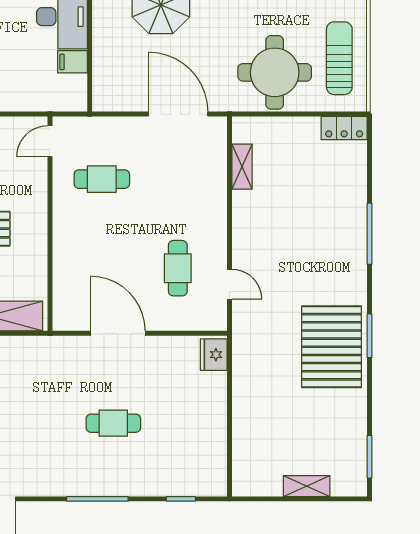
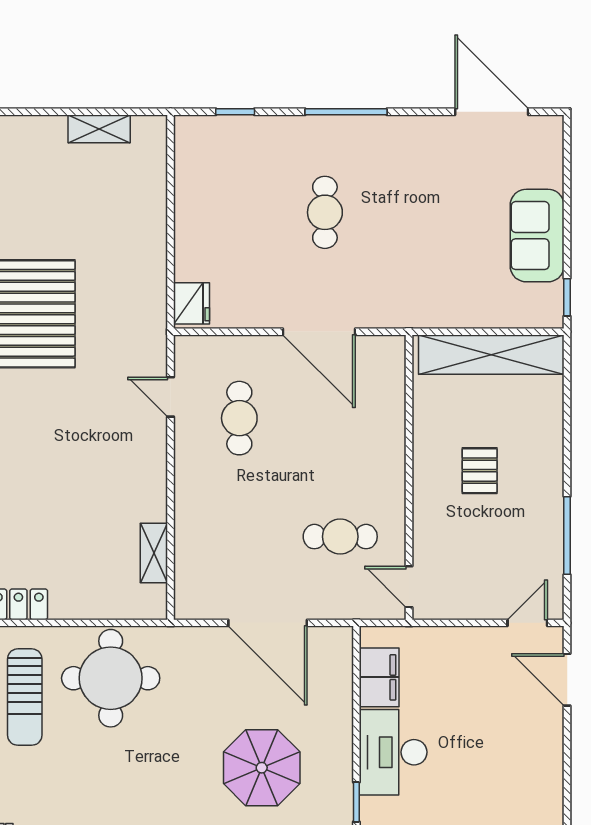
filing cabinet: (72, 62) -> (379, 677), width x2.00
door: (178, 114) -> (268, 623), moved
door: (50, 141) -> (409, 587), swing flipped
cafe table: (113, 423) -> (325, 212), turned 90
shelving: (307, 486) -> (99, 129), moved

